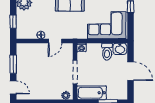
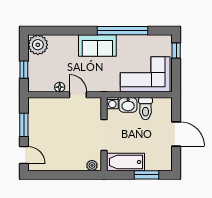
door: (55, 41) -> (78, 95), swing flipped
washbasin: (120, 49) -> (128, 105), moved

